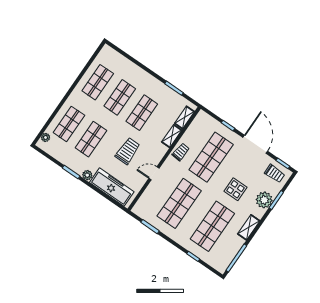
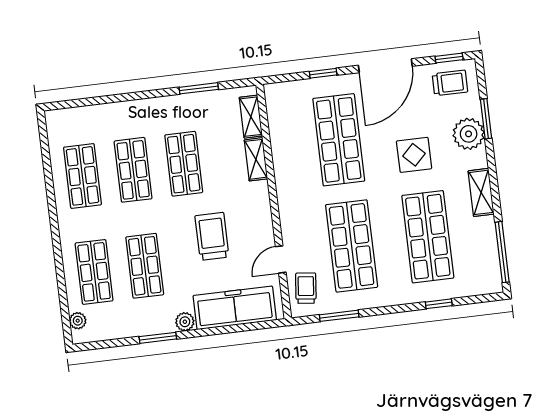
door: (255, 144) -> (385, 66), swing flipped
trolley: (181, 152) -> (306, 288), moved
door: (154, 173) -> (281, 259), moved

